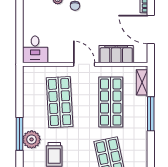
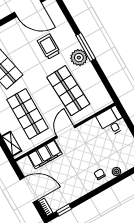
door: (84, 64) -> (66, 132), swing flipped
plant: (32, 139) -> (79, 58), moved

